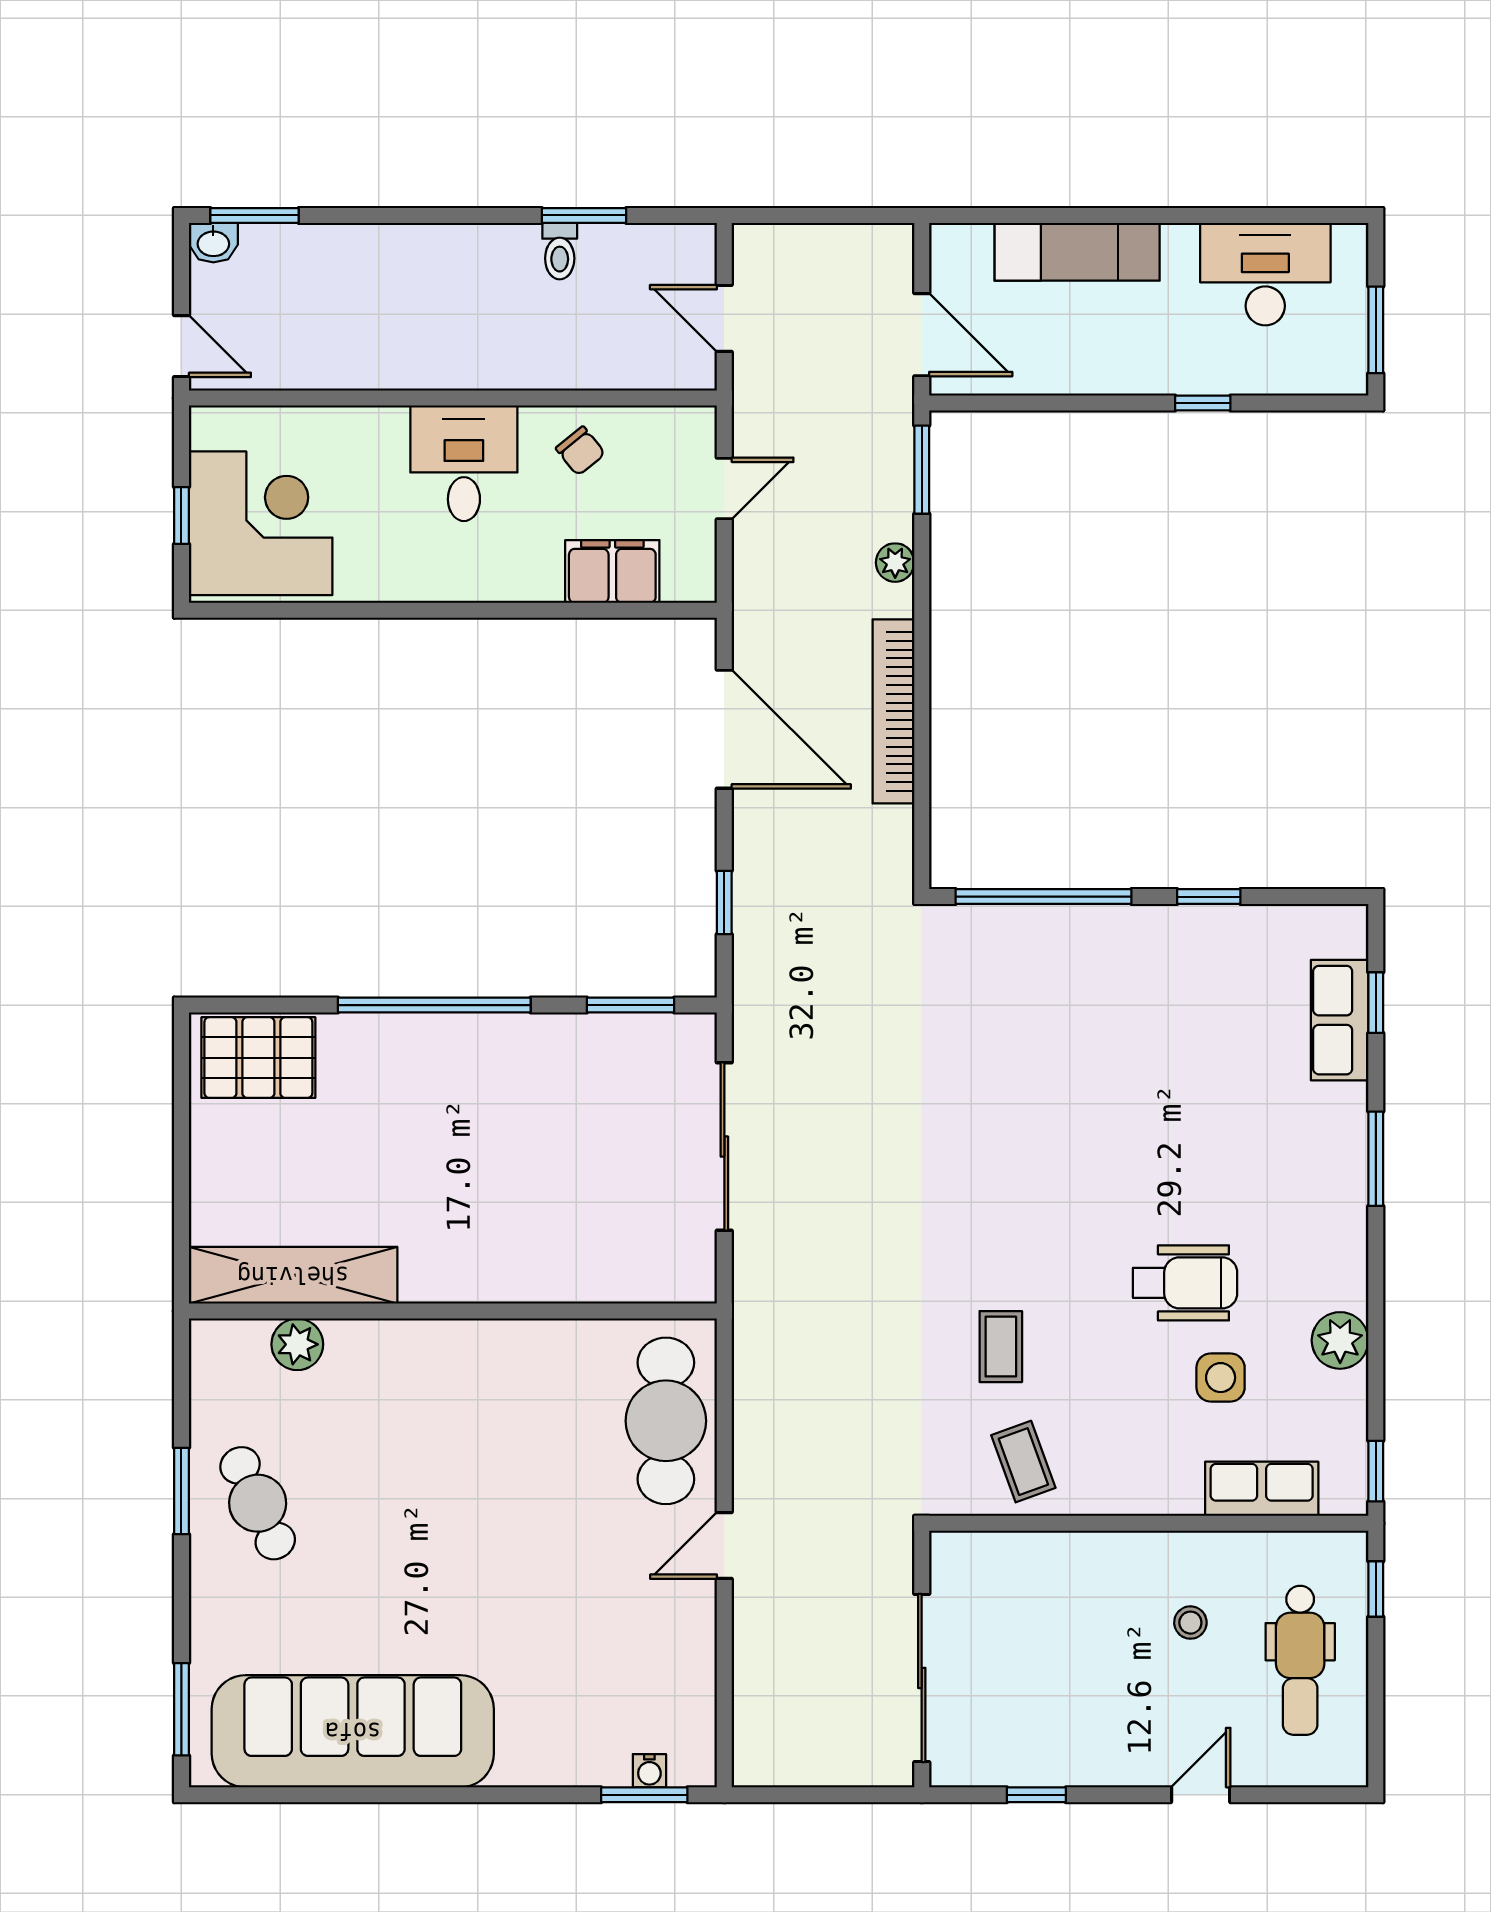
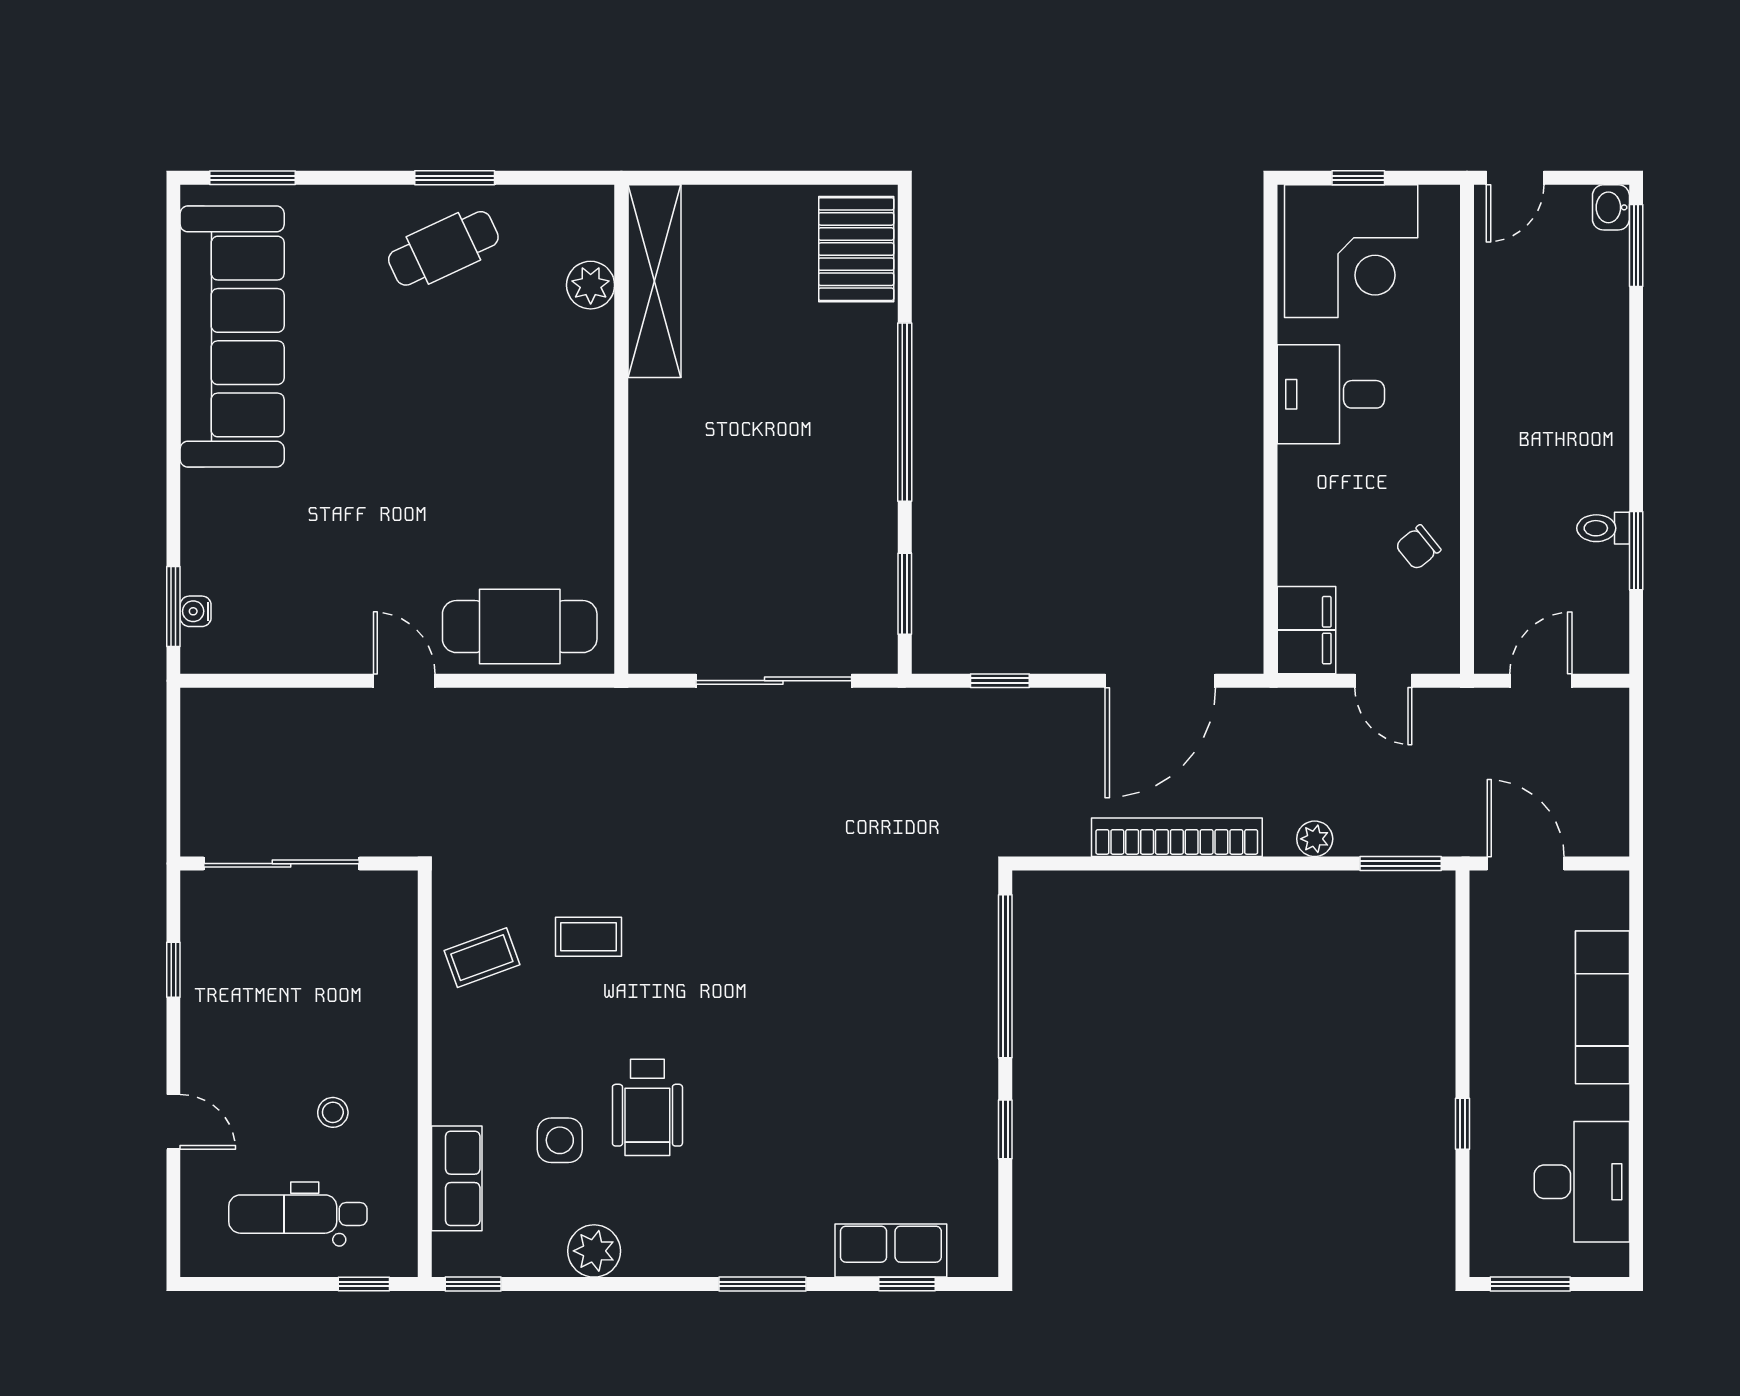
door: (922, 335) -> (1526, 864), swing flipped
desk: (464, 463) -> (1331, 394), moved, turned 180
filing cabinet: (612, 571) -> (1306, 630), moved

